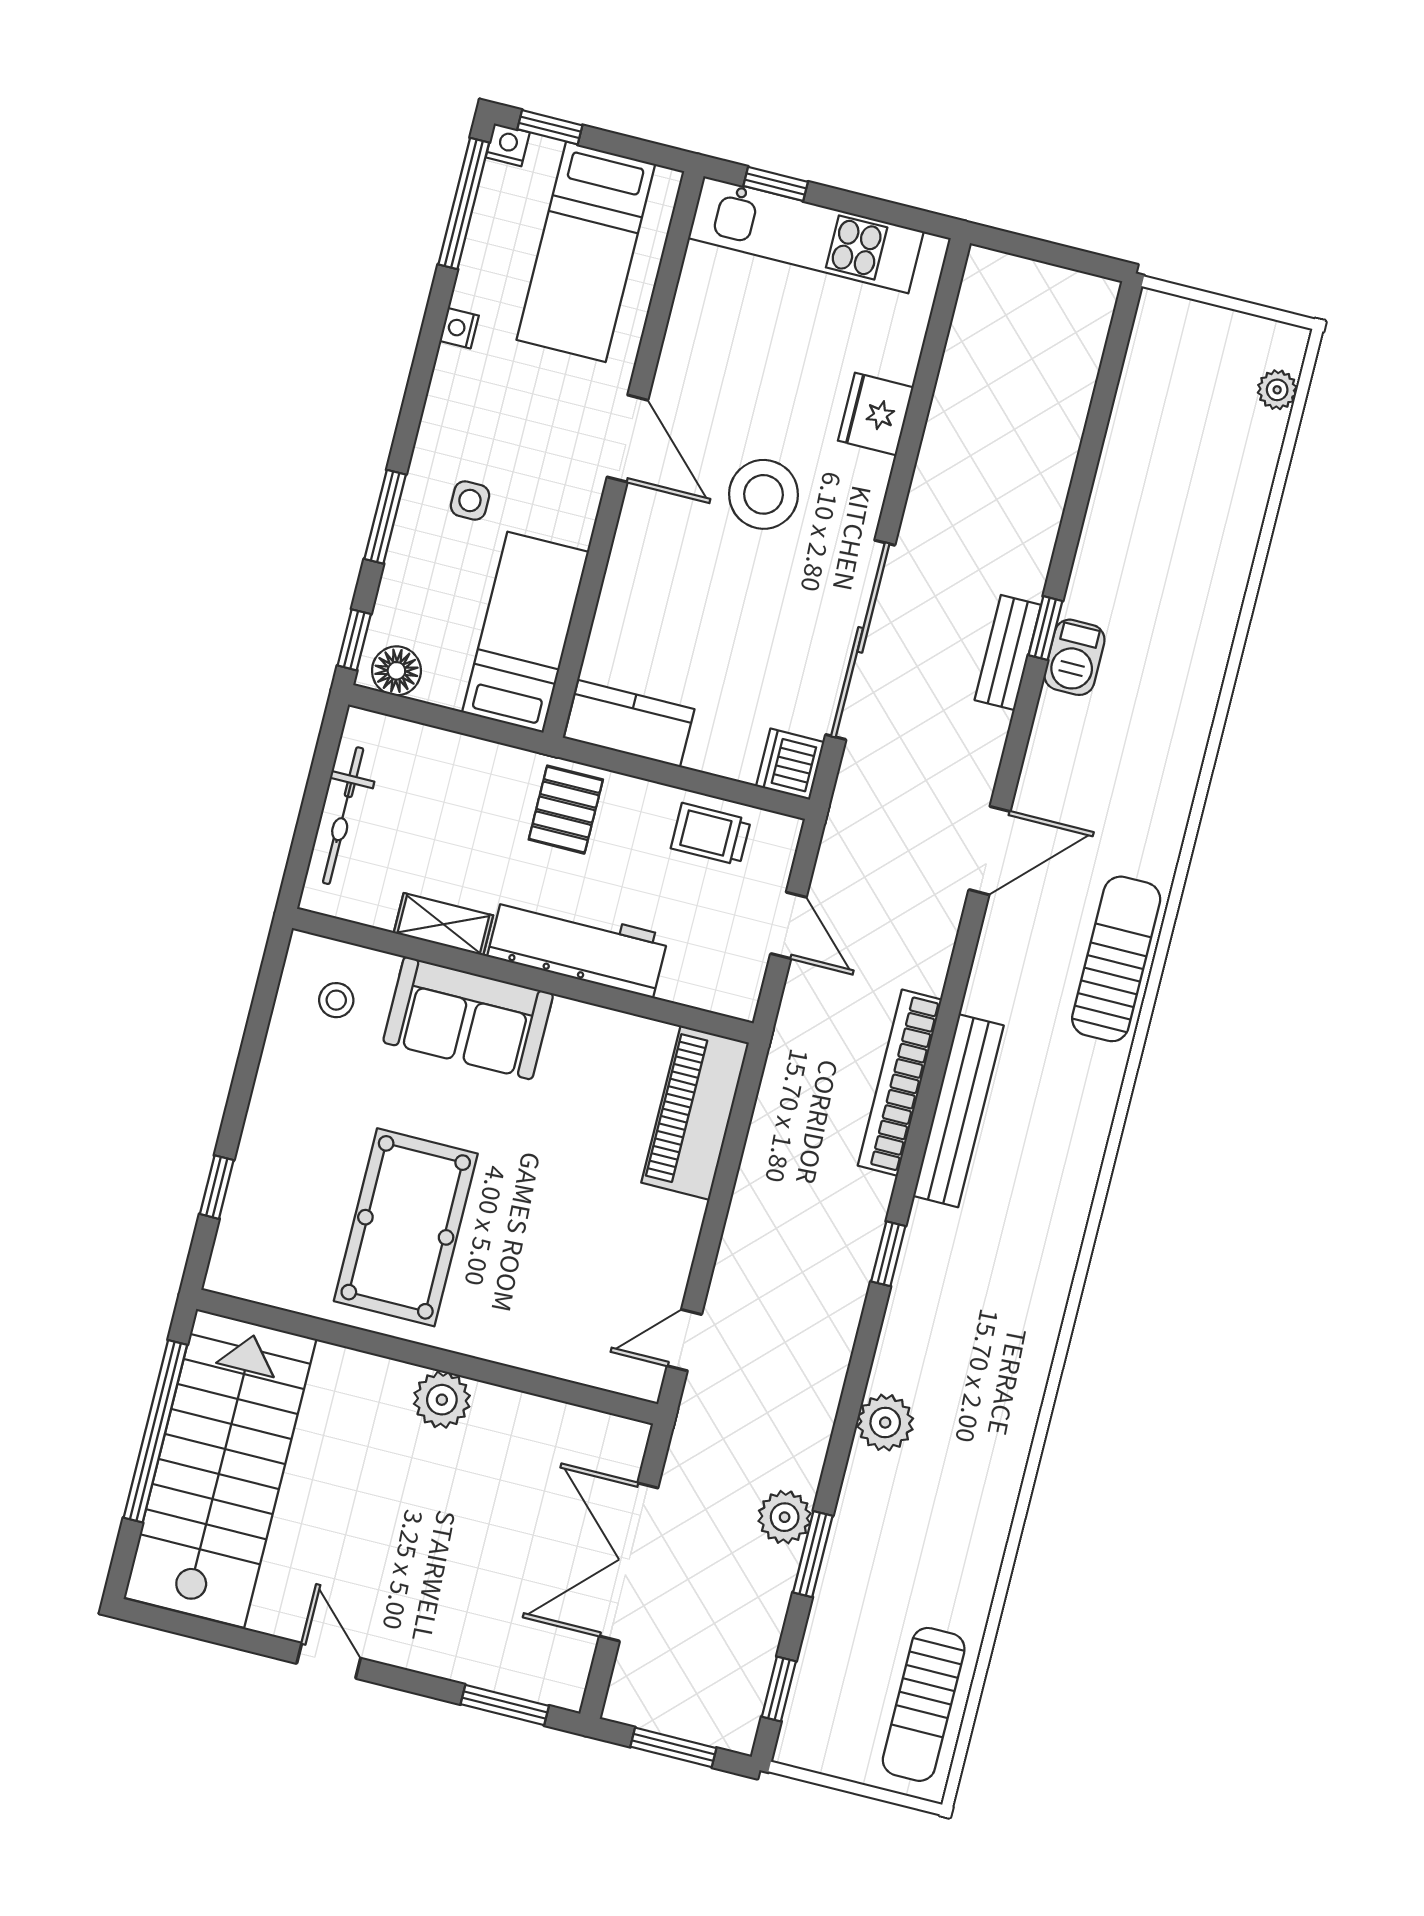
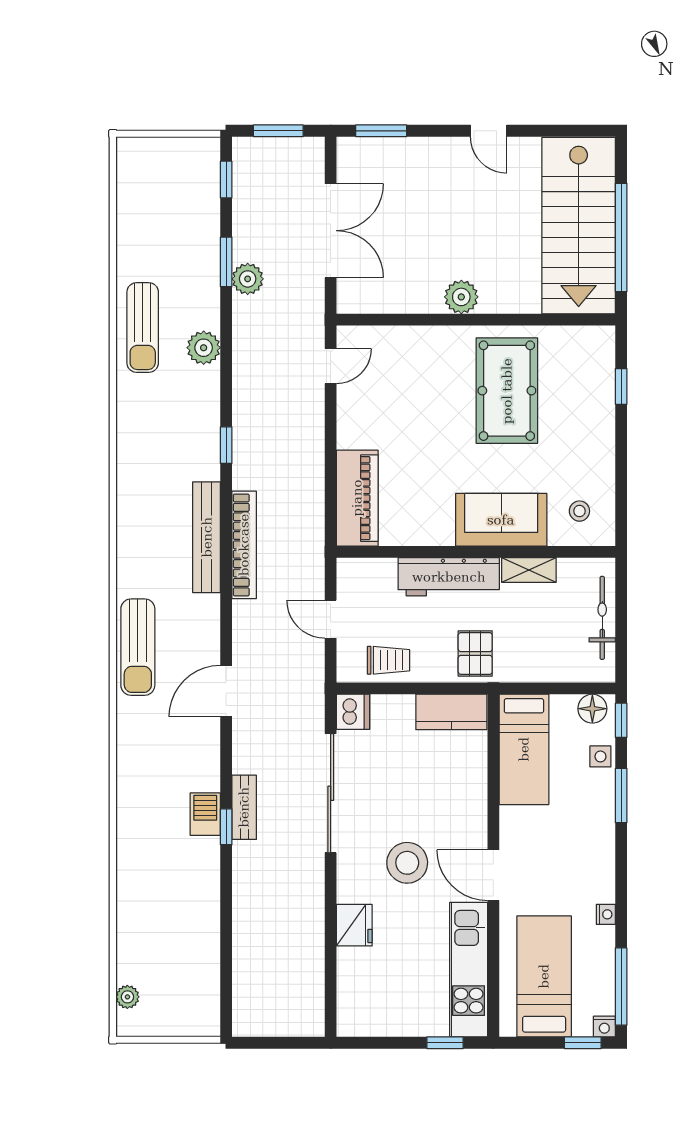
kitchen unit: (806, 235) -> (469, 970), moved, turned -90
side table: (470, 501) -> (600, 756), moved
sun lounger: (924, 1704) -> (143, 328), moved, turned 180

